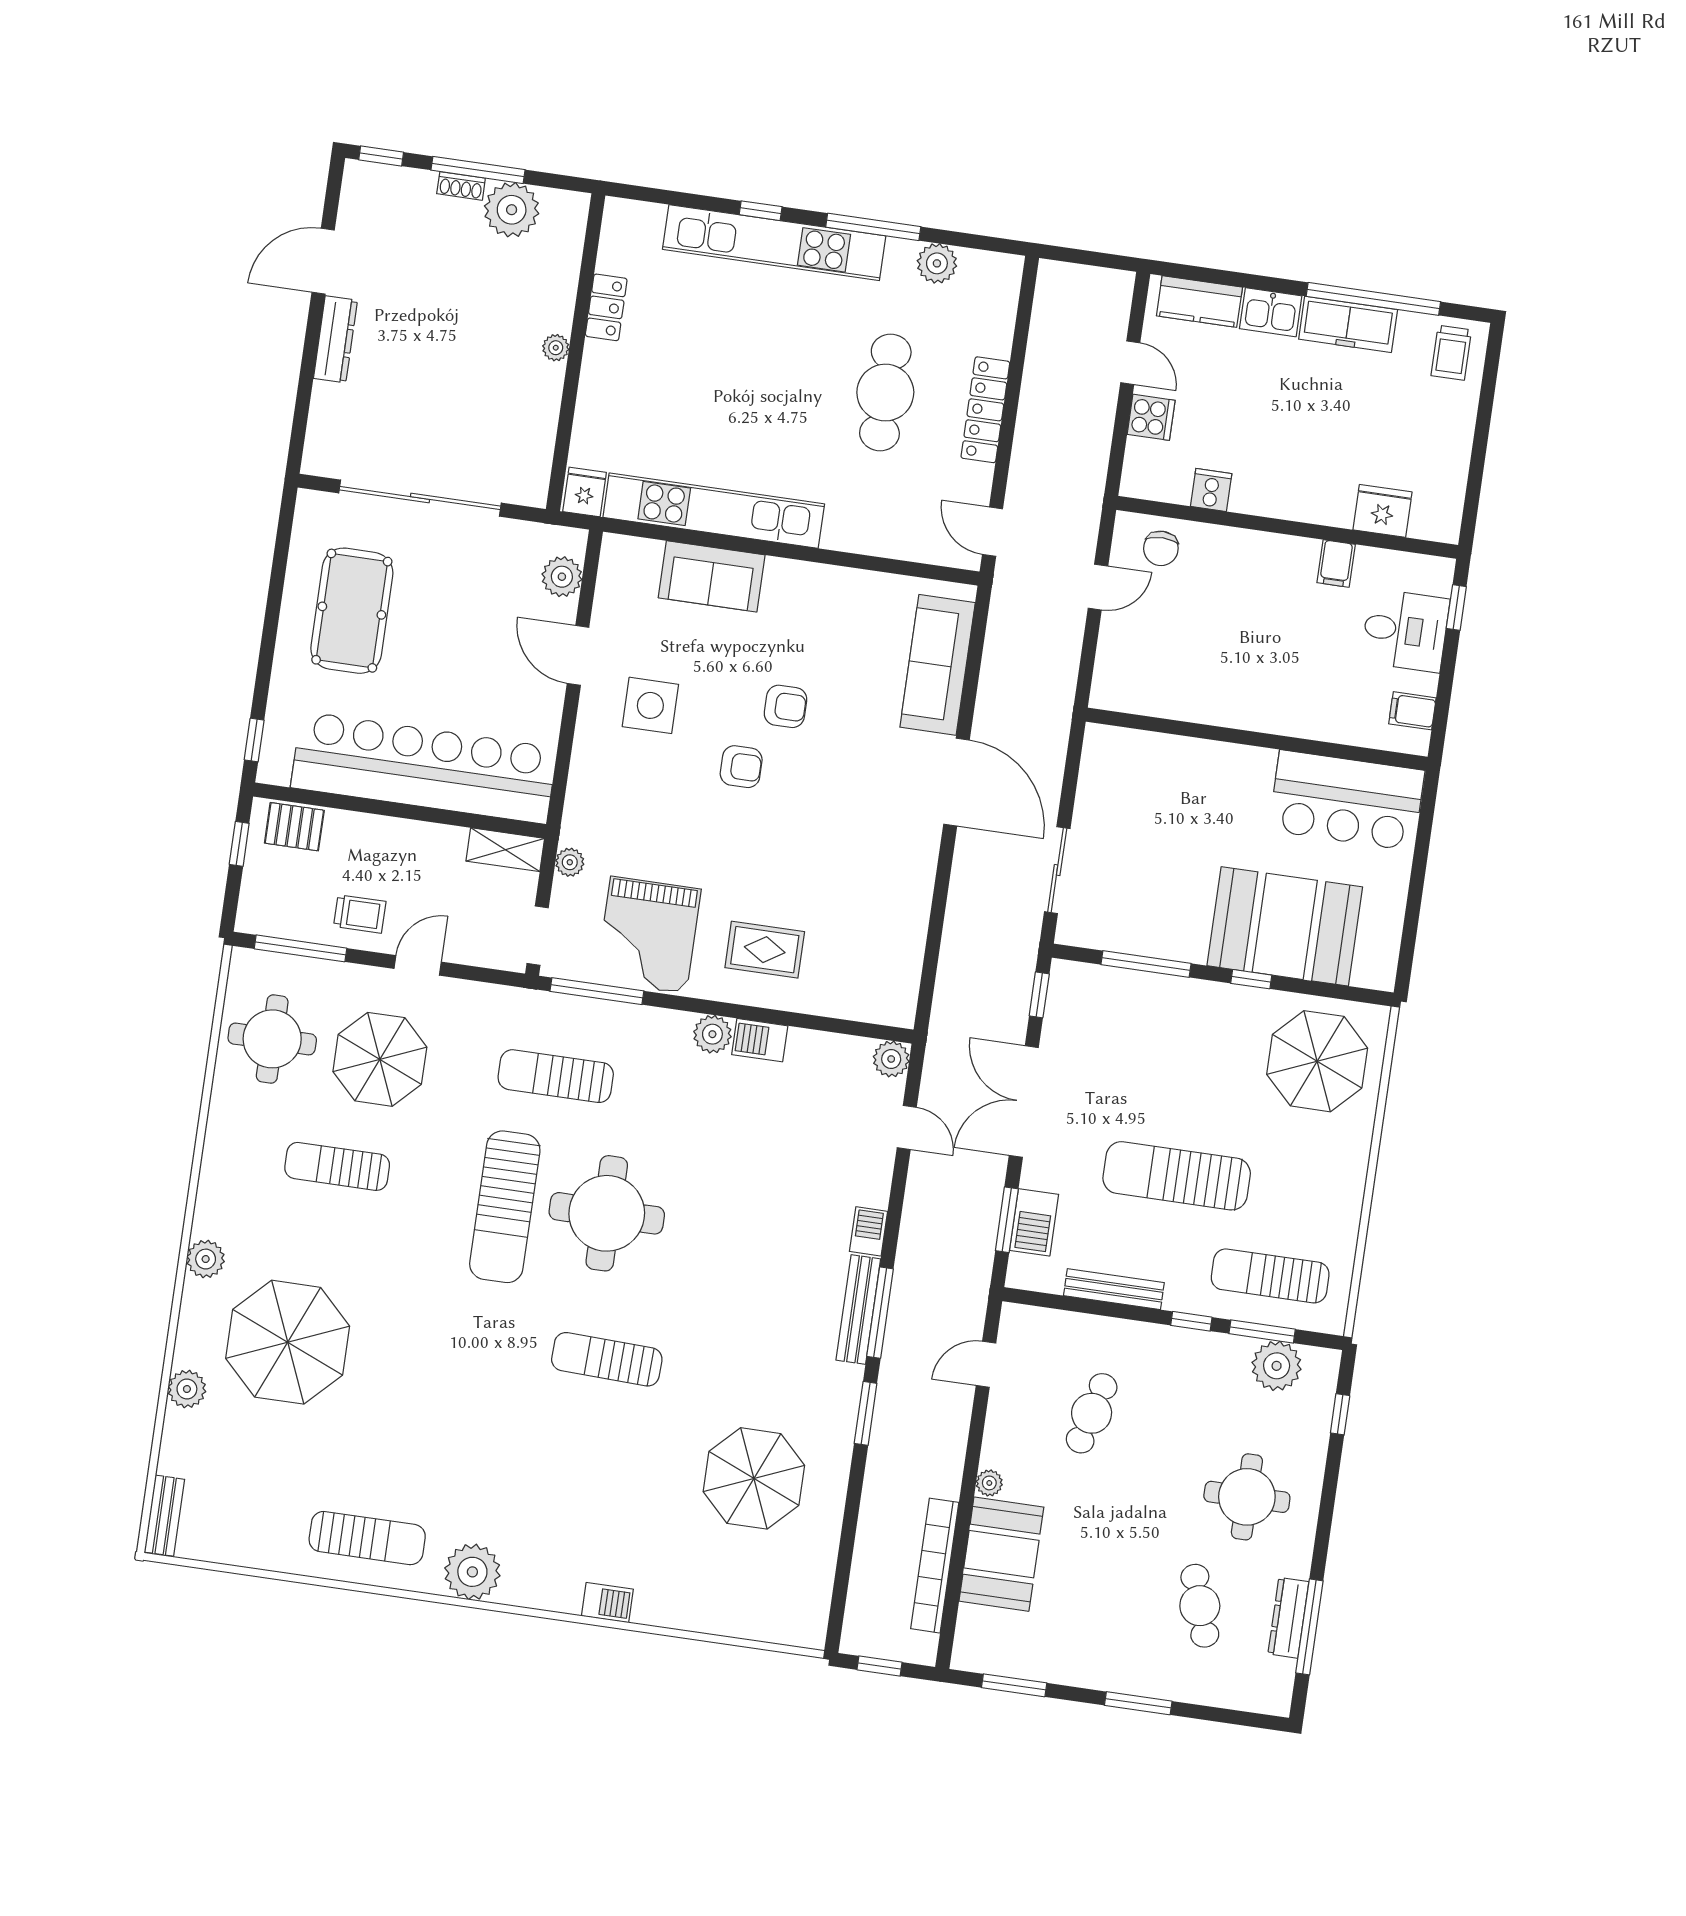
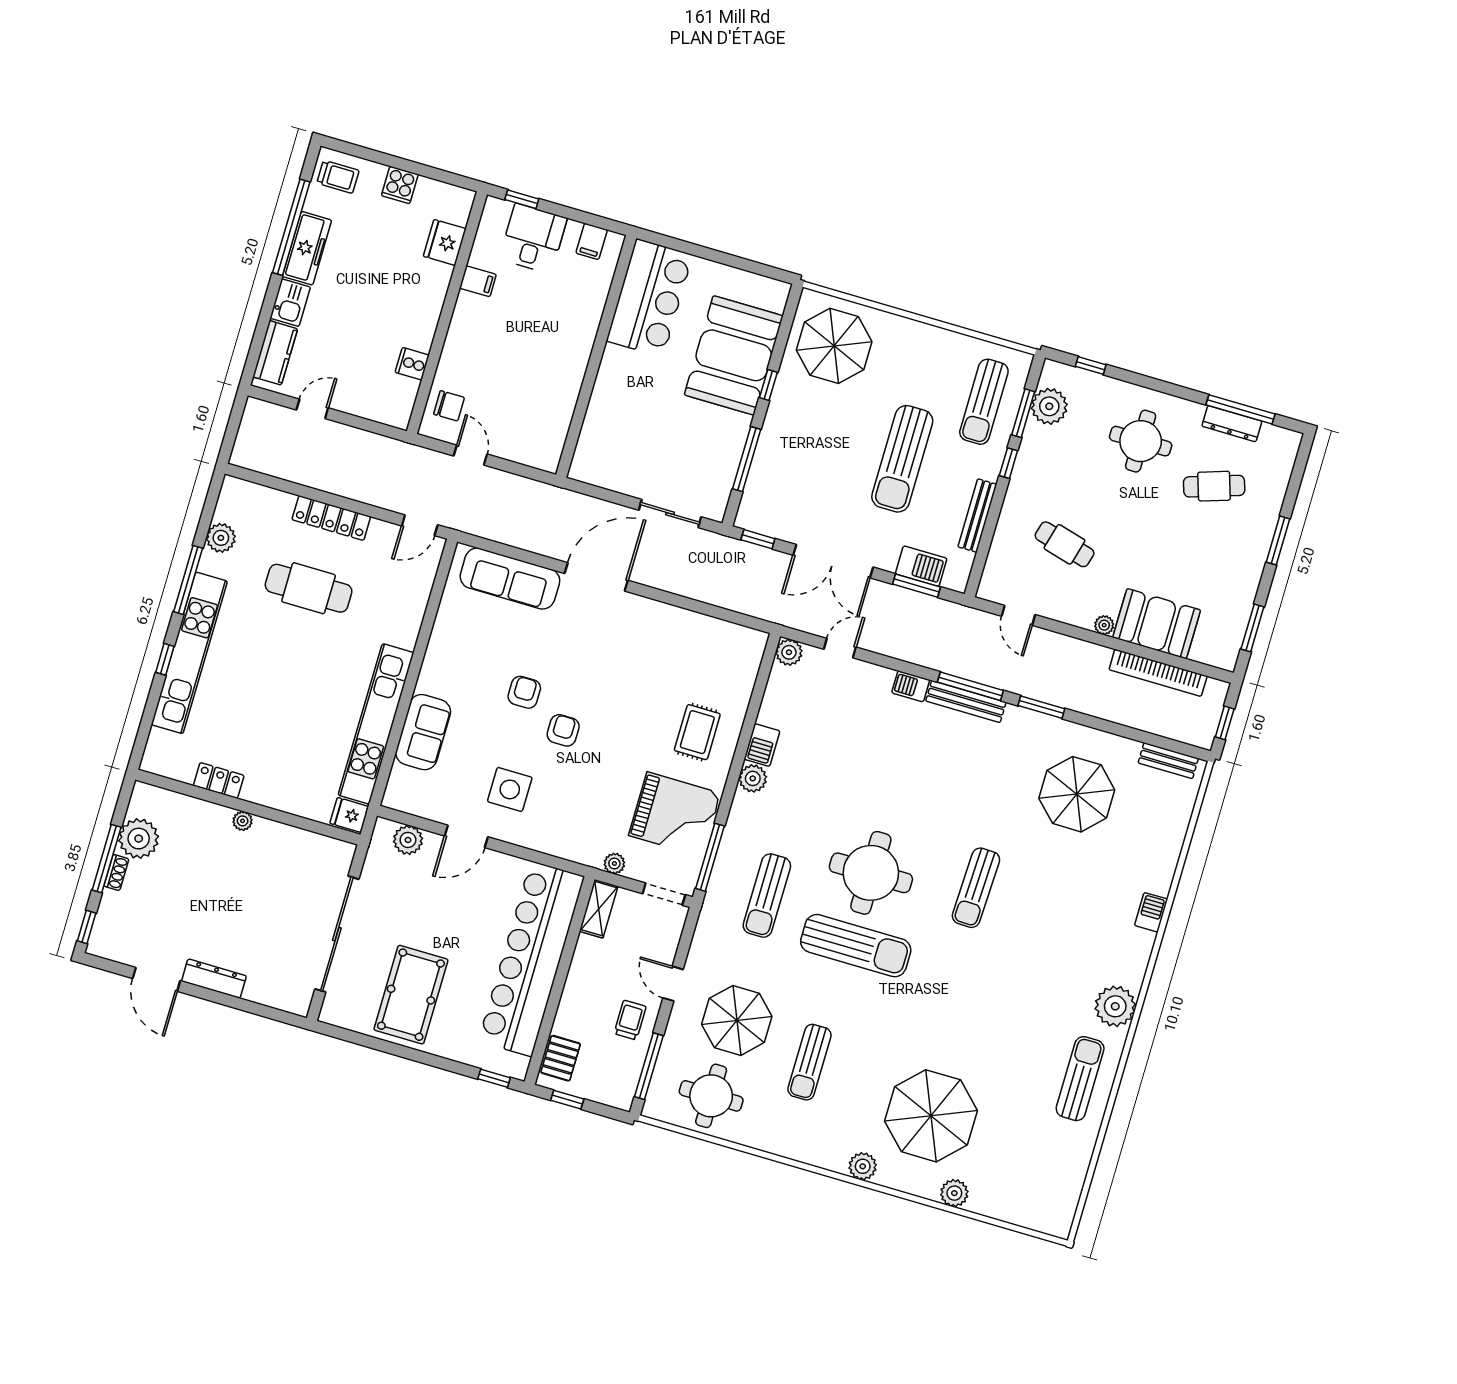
cooker: (1151, 417) -> (400, 185), moved, turned 180
pool table: (352, 611) -> (411, 995), turned 90
bench: (164, 1516) -> (1168, 761), moved

